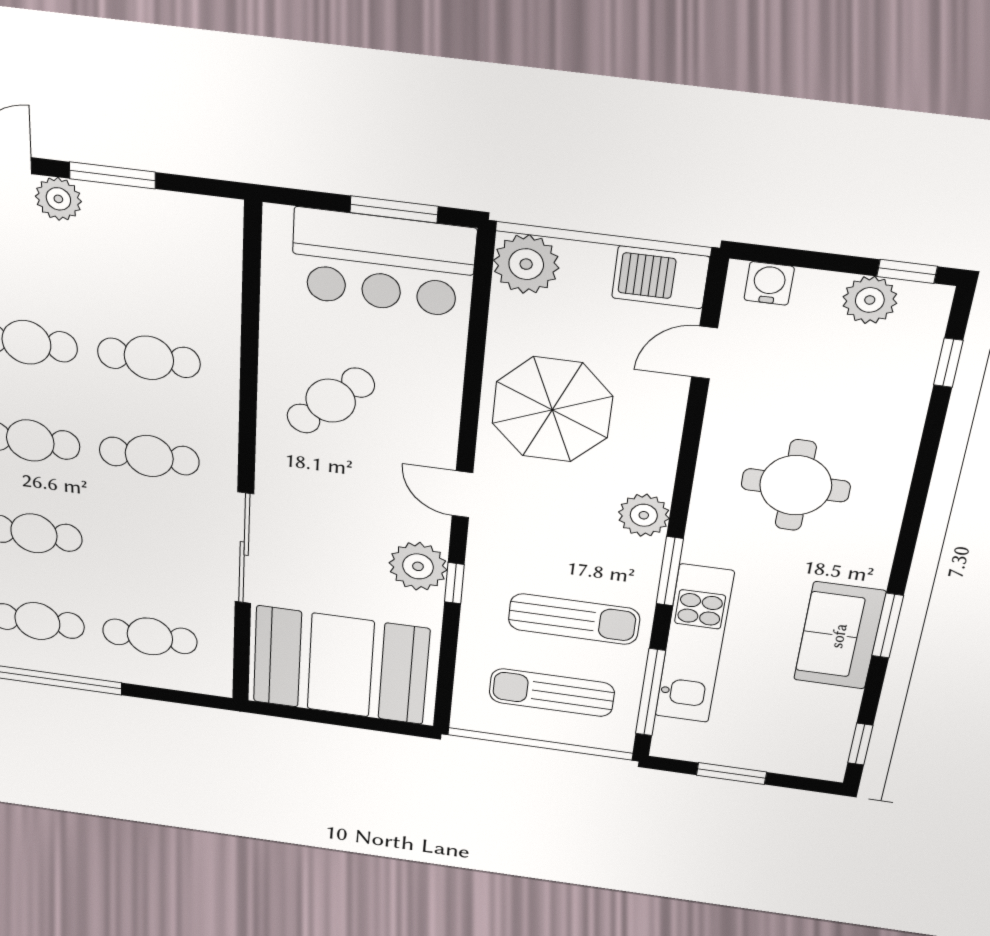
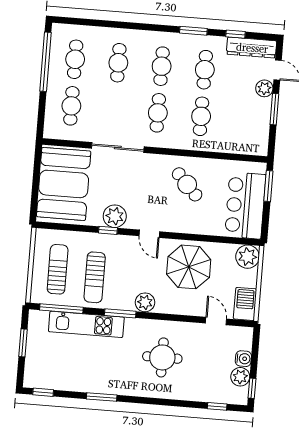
window: (394, 209) -> (268, 186), moved
water cooler: (769, 283) -> (243, 359), moved
door: (462, 494) -> (149, 234), swing flipped
sofa: (839, 636) -> (95, 379), removed

